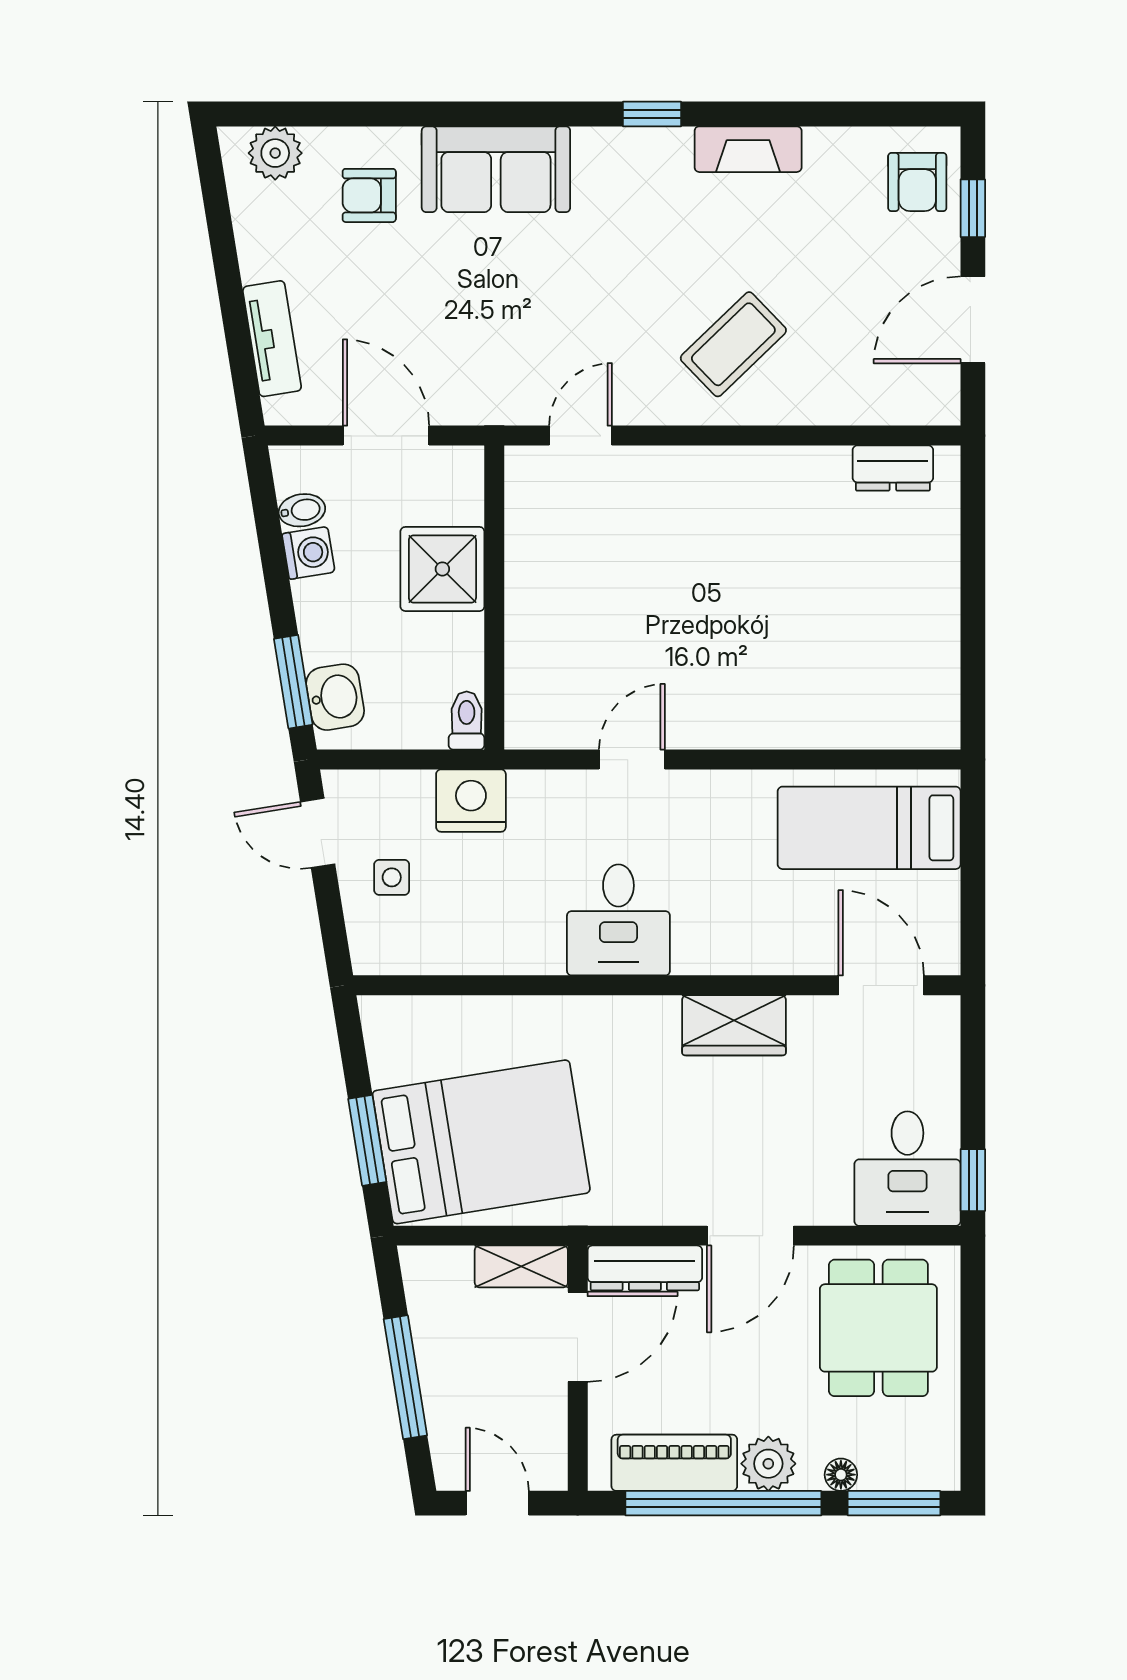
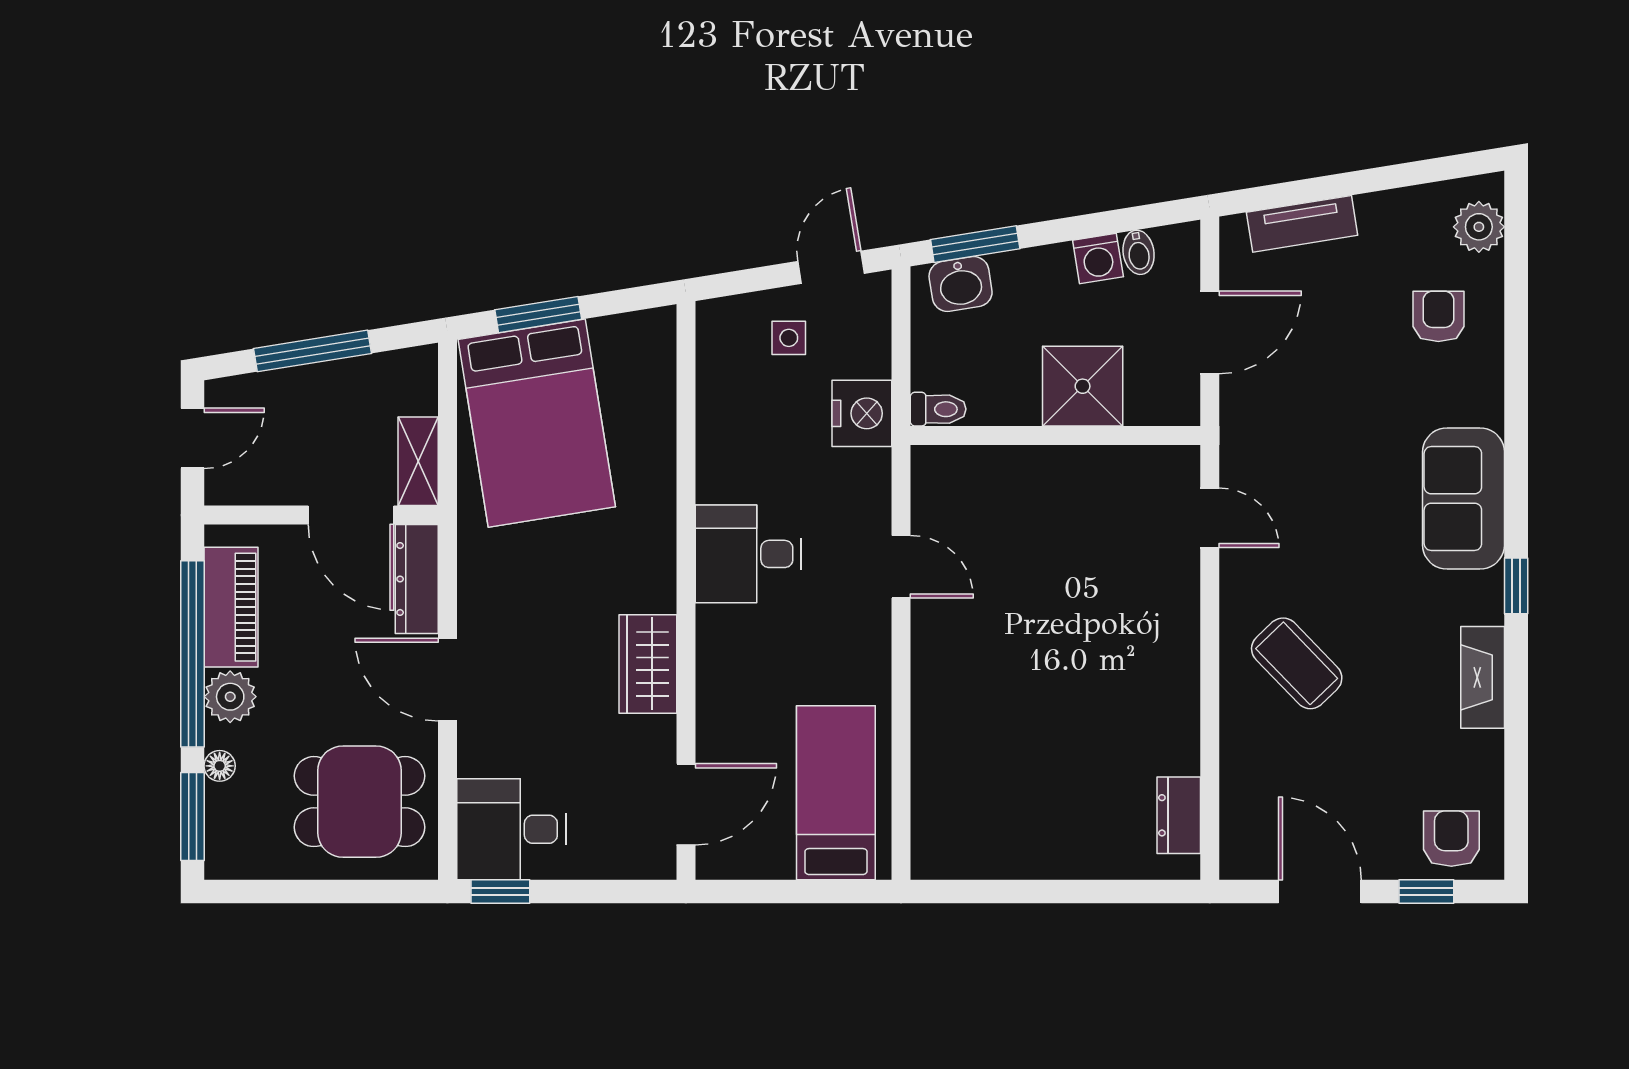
sofa: (496, 169) -> (1463, 498), moved
armchair: (917, 182) -> (1451, 839), turned 90

